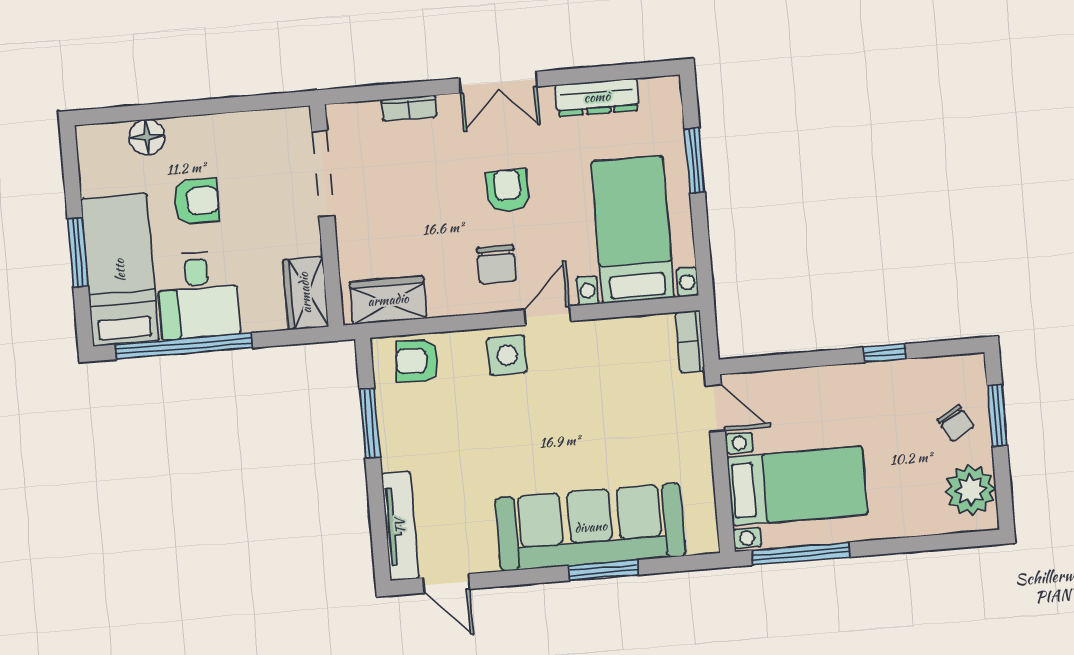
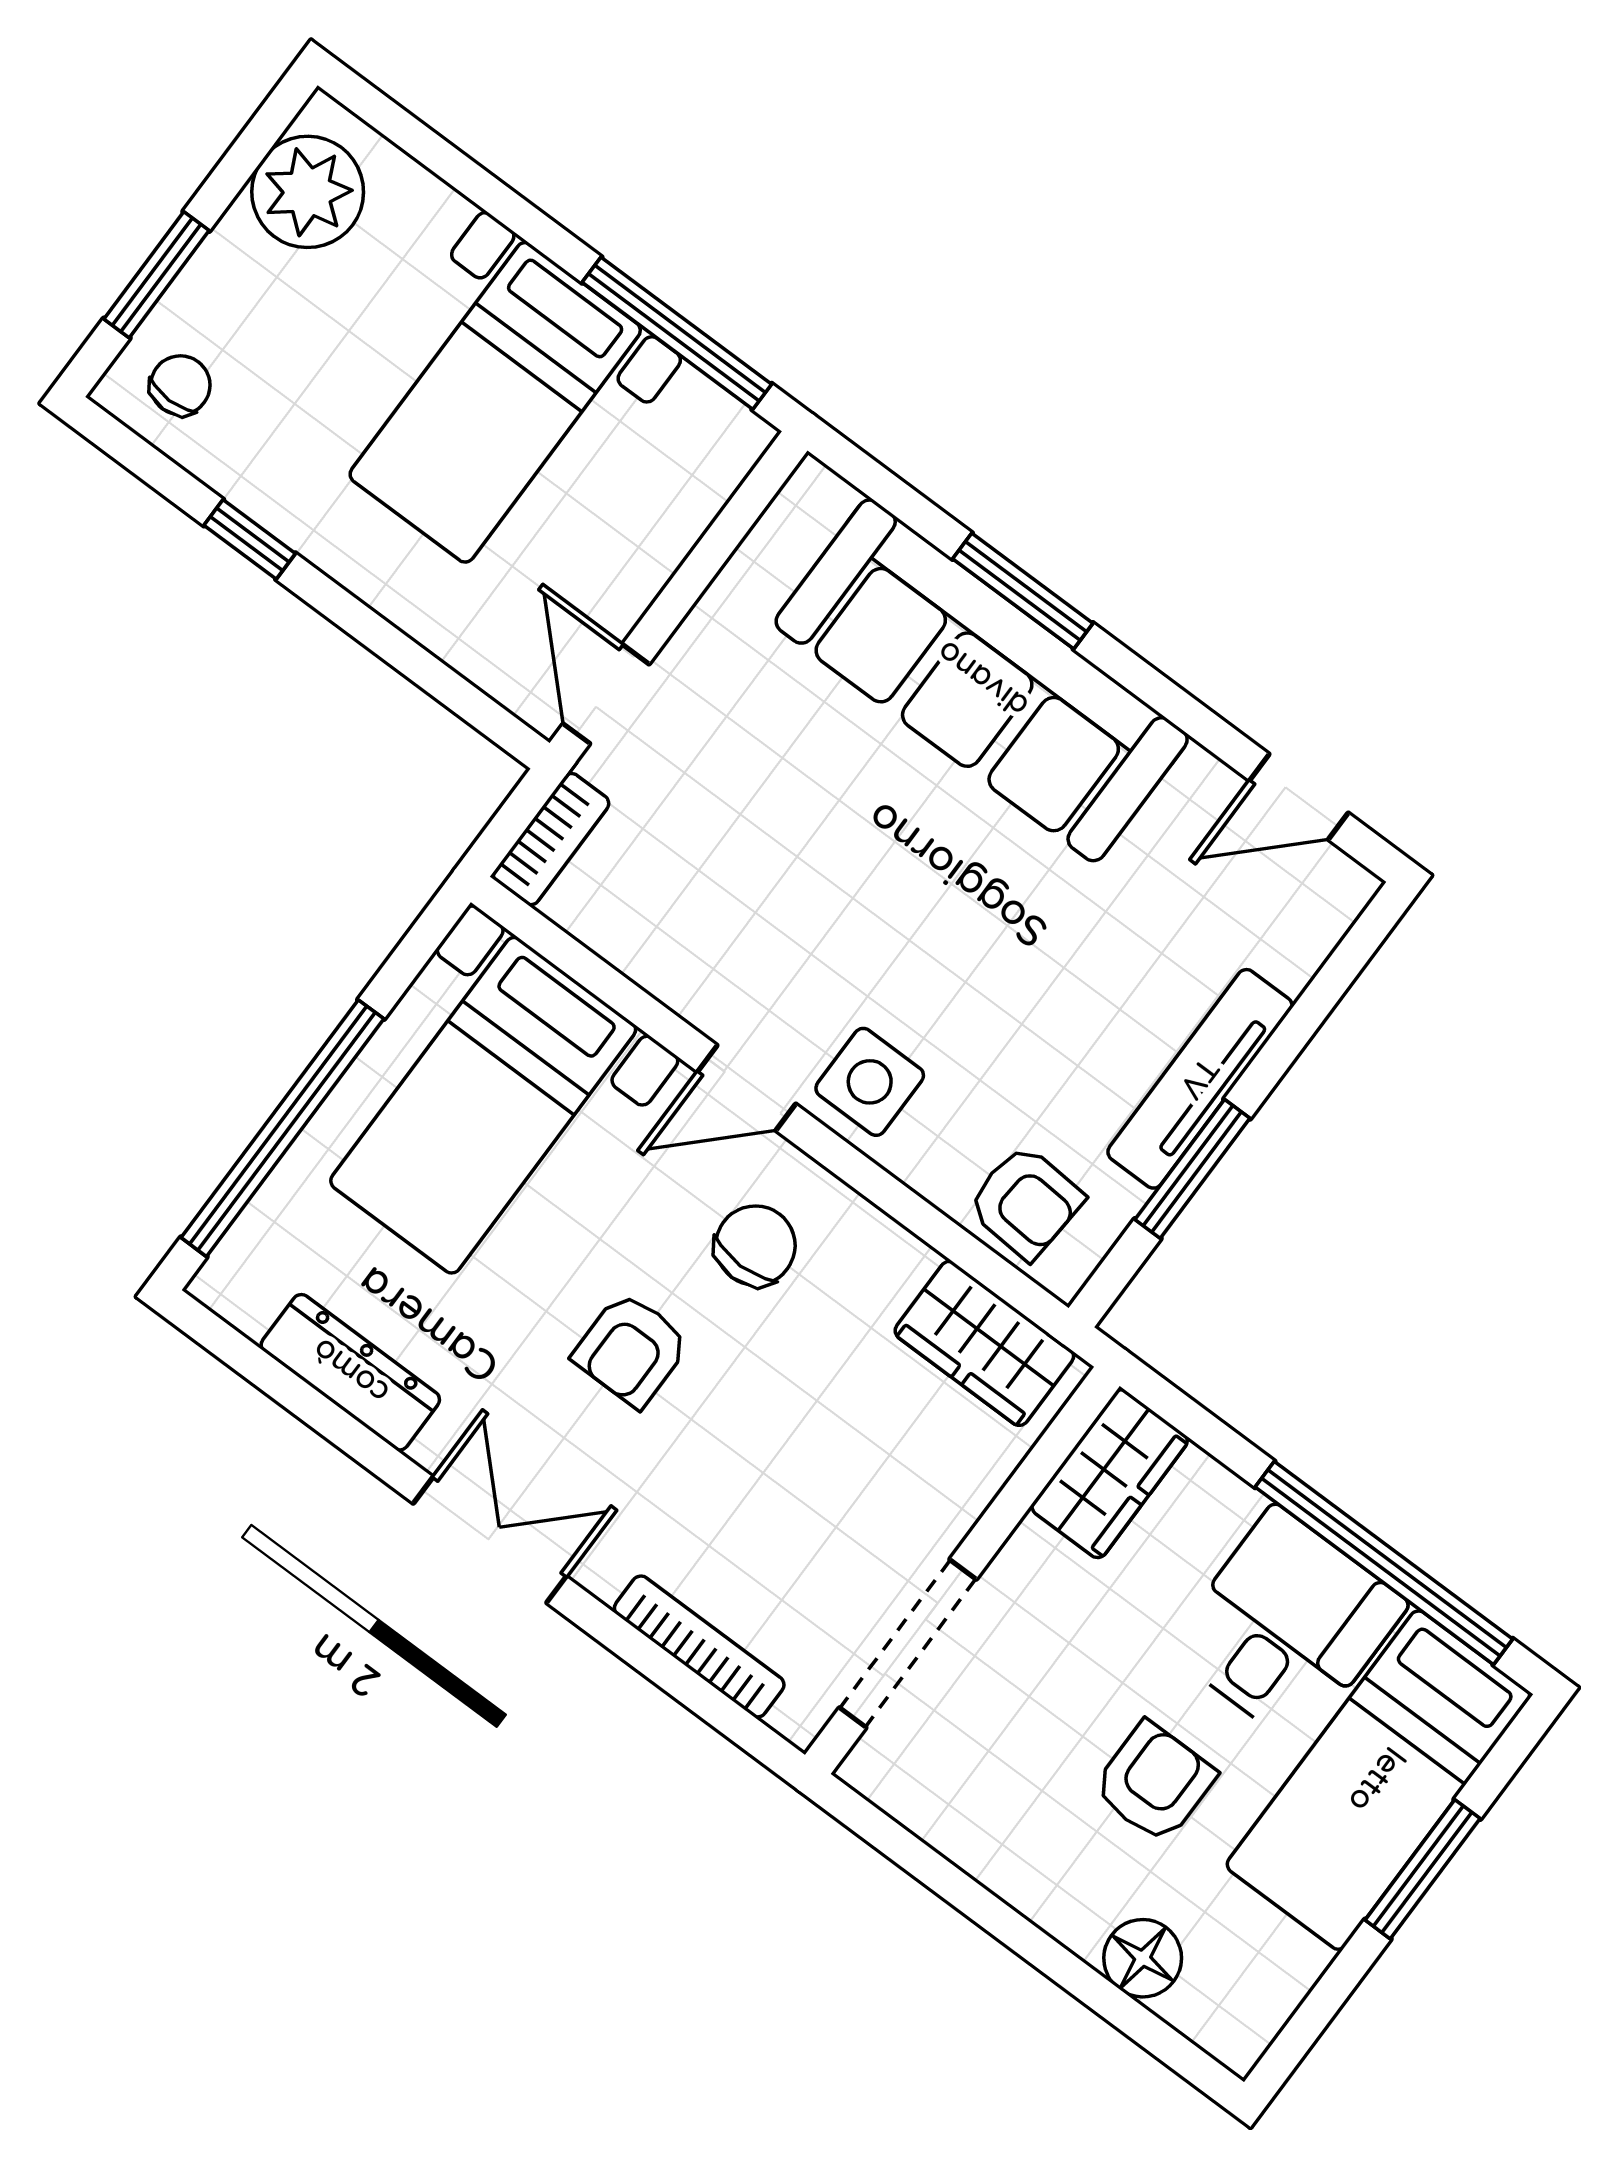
bookcase: (409, 108) -> (699, 1647), width x1.56
window: (695, 161) -> (282, 1128), width x2.11
armchair: (196, 201) -> (1154, 1782), turned 90
chair: (956, 423) -> (180, 385), moved, turned 30
bed with nightstands: (797, 486) -> (495, 402), moved, turned -90
tv unit: (400, 526) -> (1200, 1079), moved
door: (446, 583) -> (1299, 797), swing flipped

